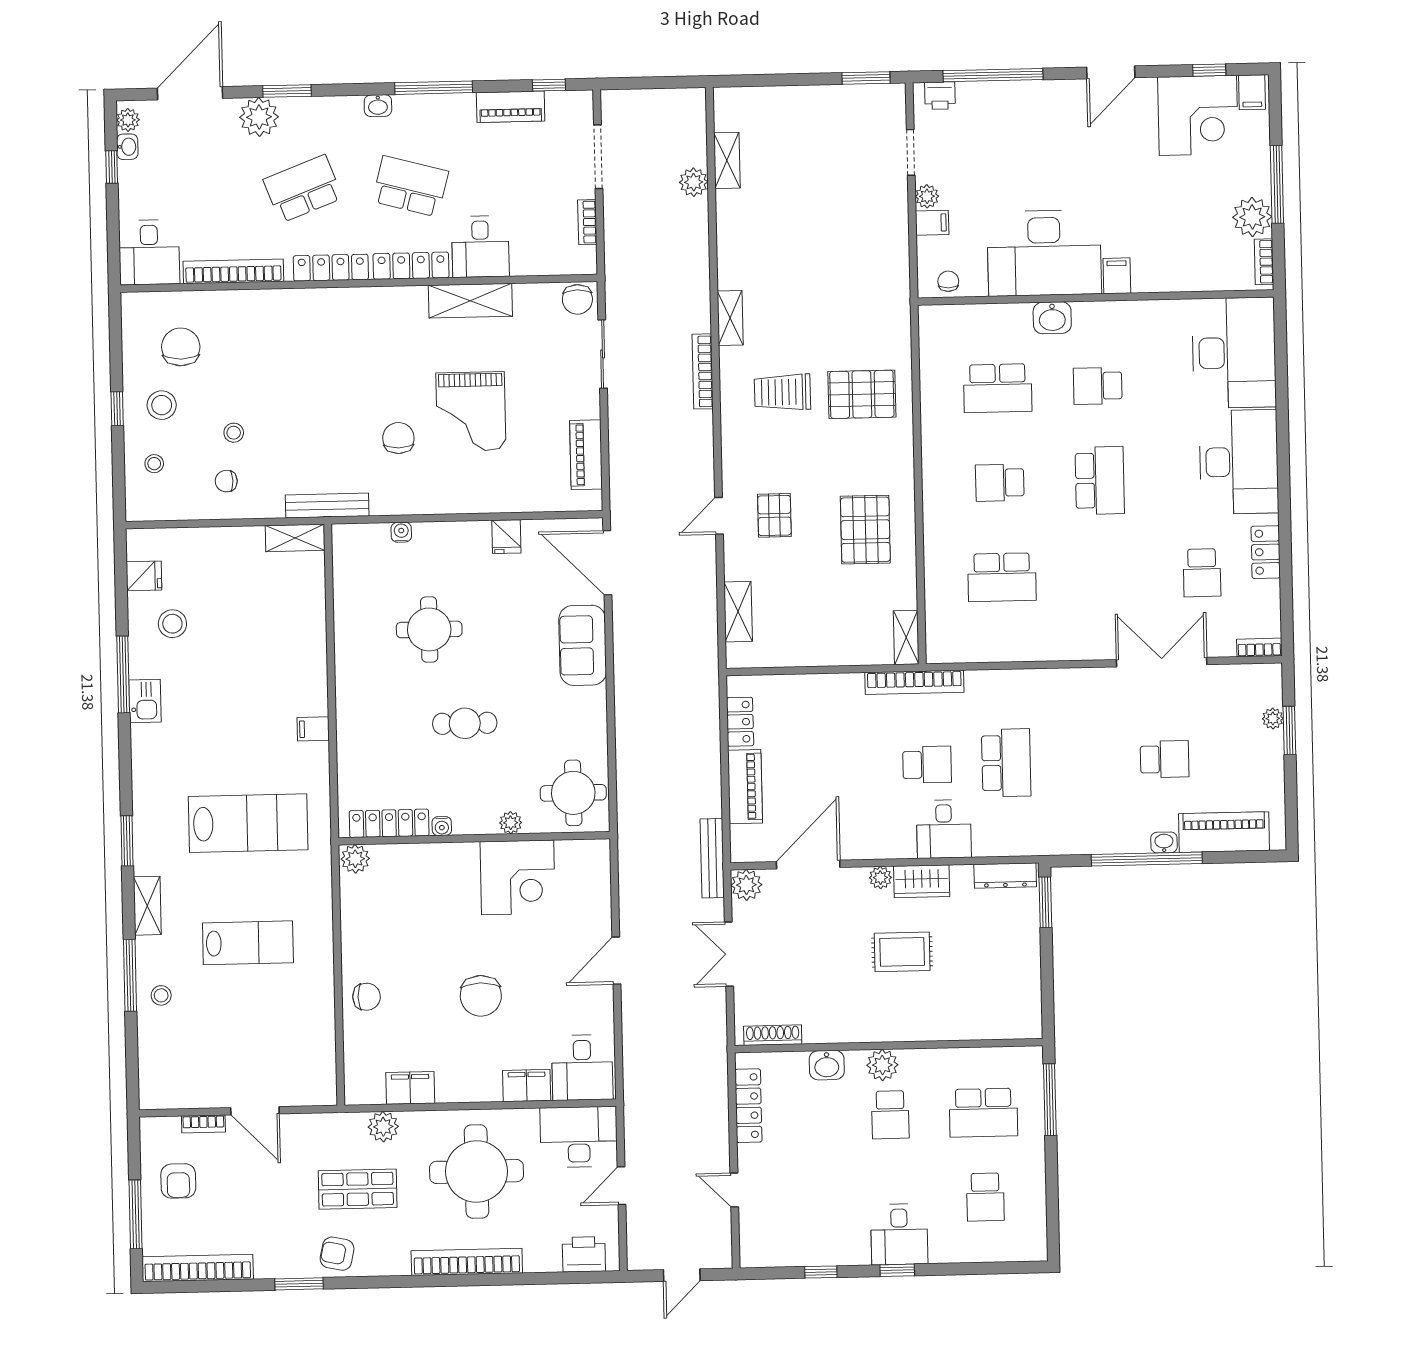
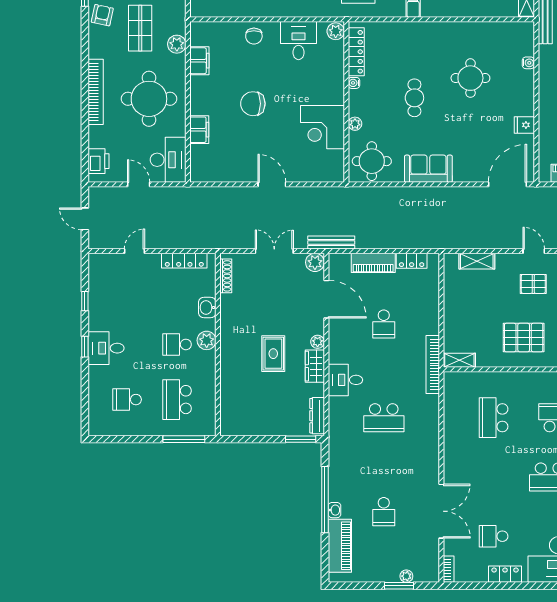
sofa: (583, 645) -> (428, 169), moved
school desk: (927, 765) -> (384, 324), moved
desk: (582, 1068) -> (299, 41), moved, turned 90

